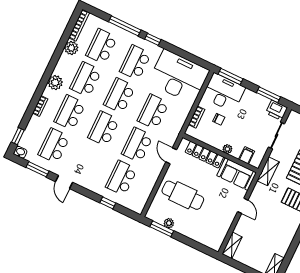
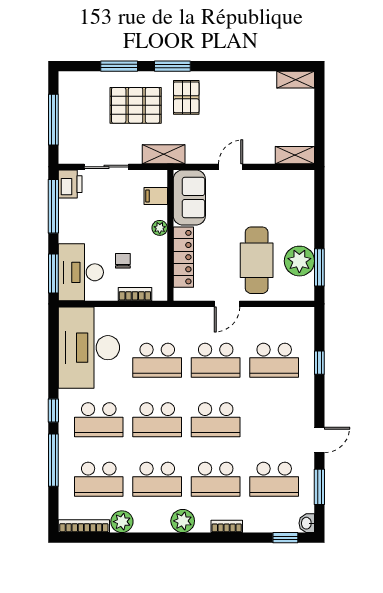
window: (268, 95) -> (53, 206), width x1.44
door: (171, 156) -> (227, 304), moved
plant: (169, 223) -> (299, 261), width x1.87, depth x1.87

